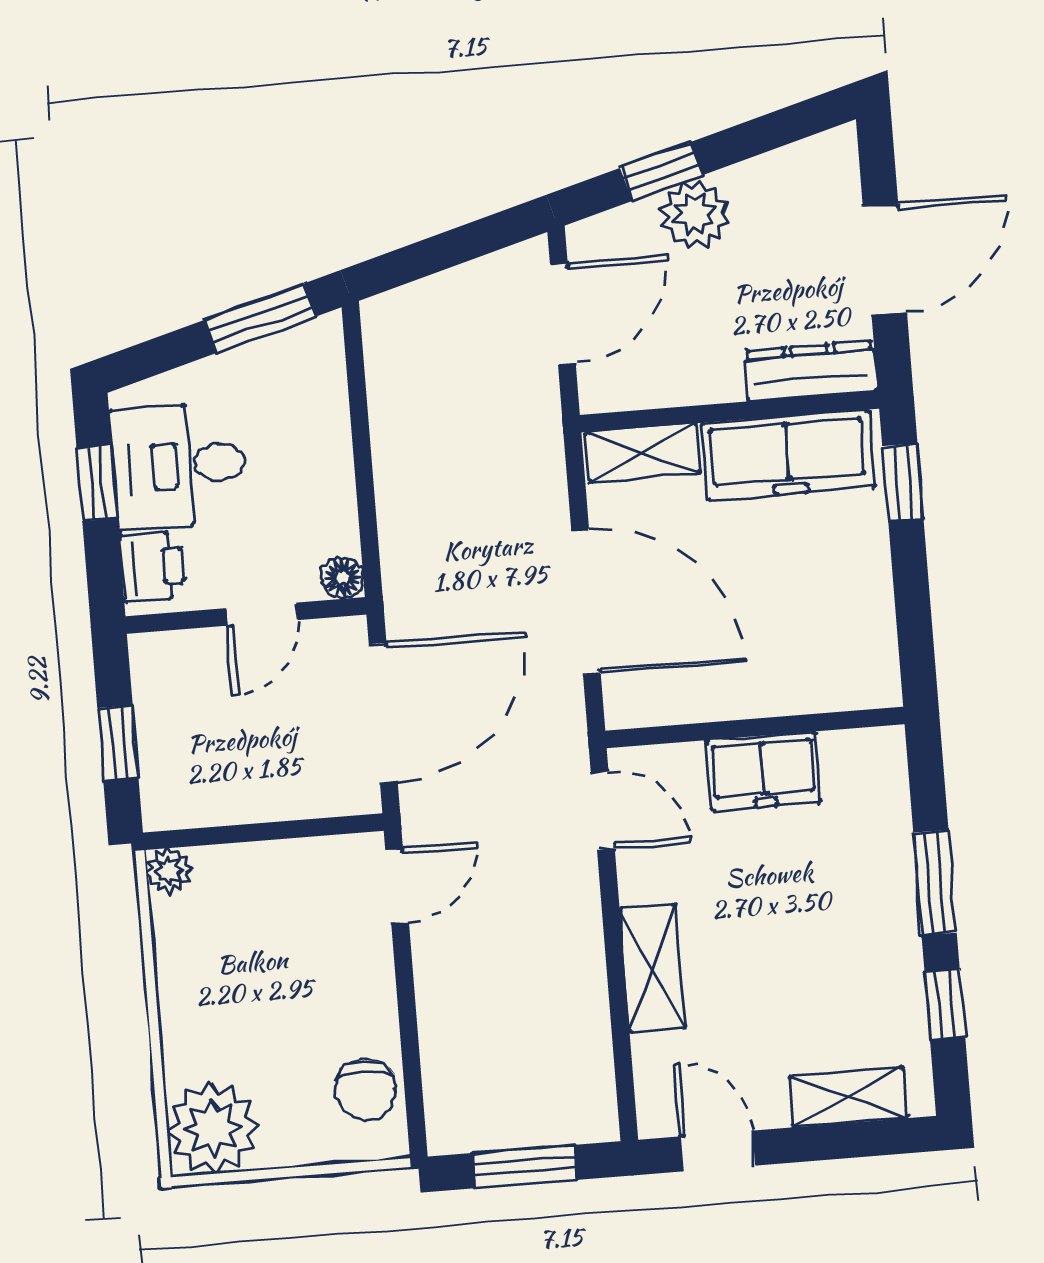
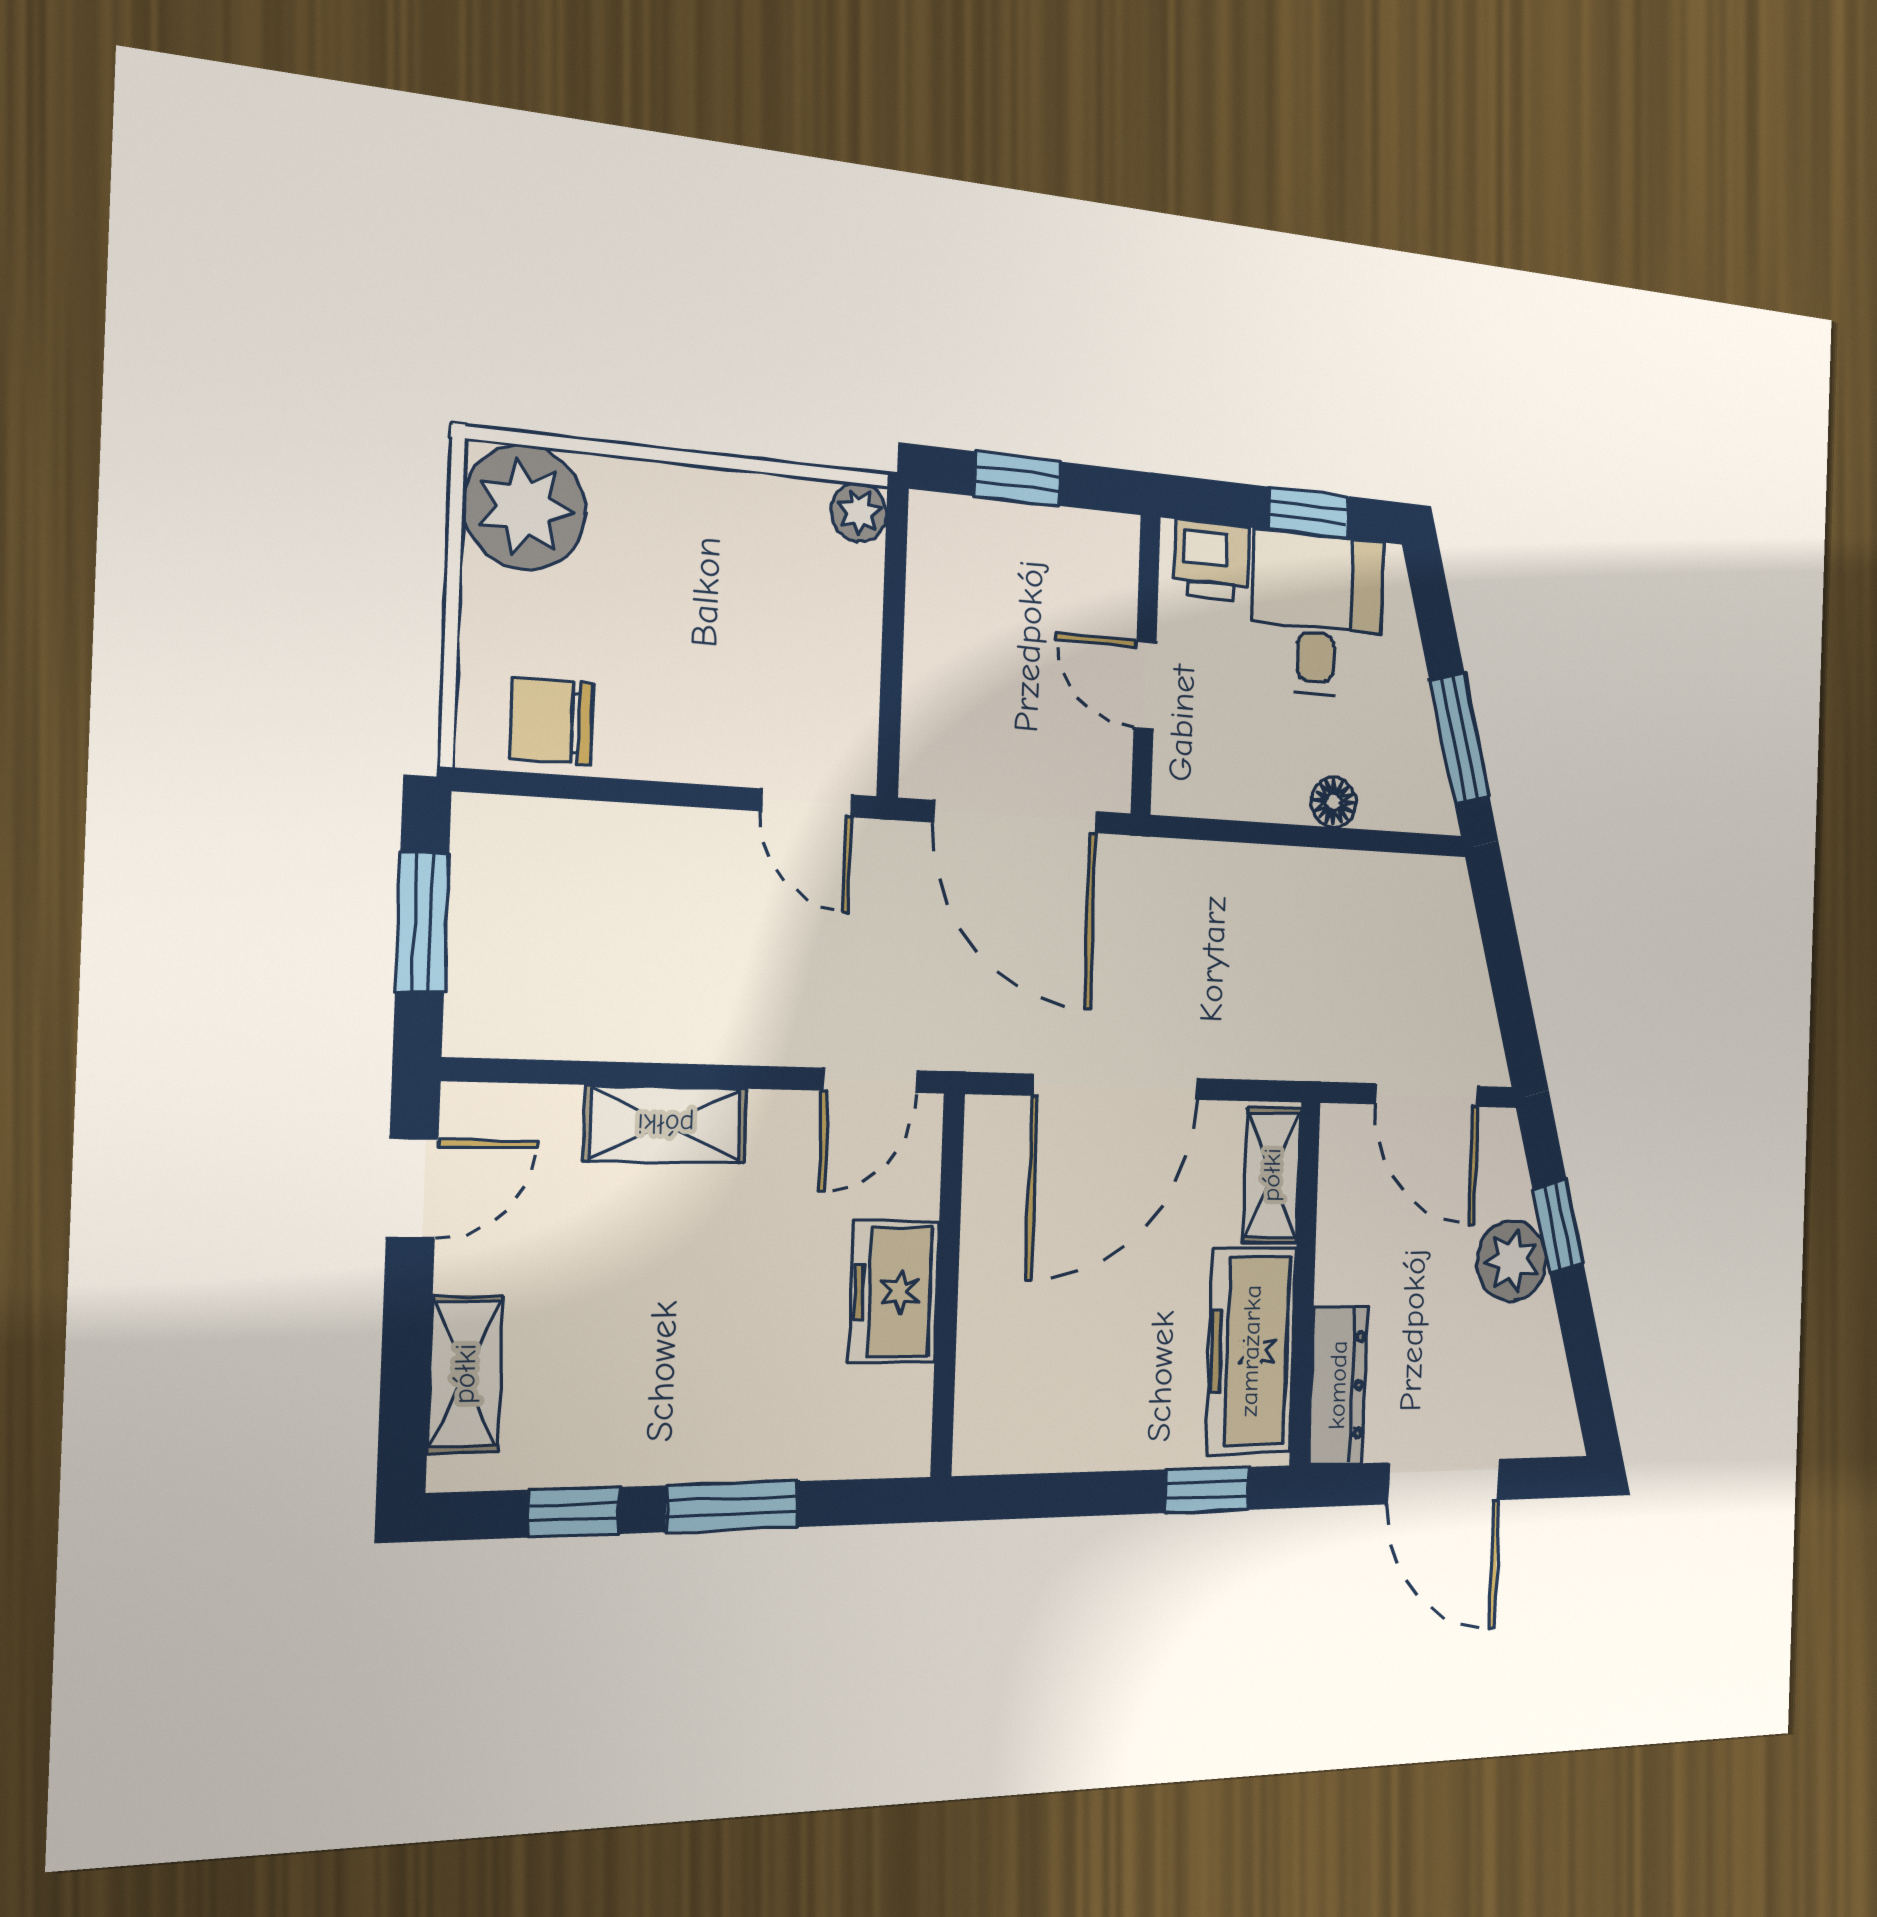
floor lamp: (342, 578) -> (1334, 802), moved

